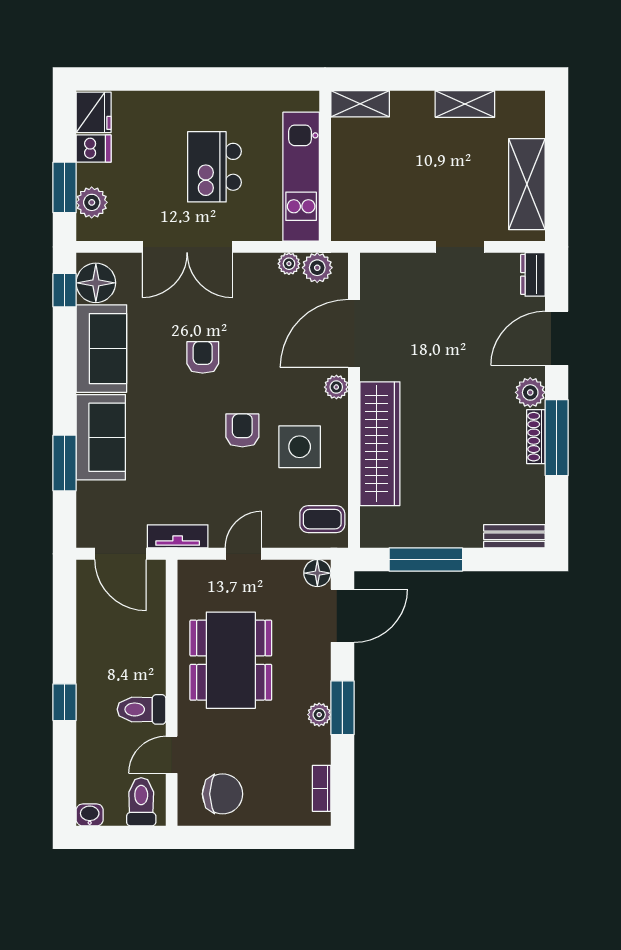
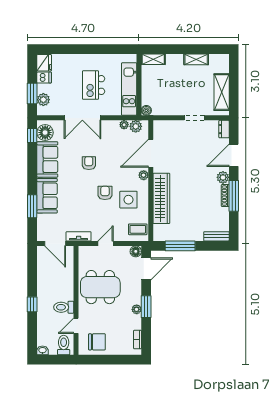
boiler: (343, 229) -> (146, 110), added
dining table: (231, 660) -> (100, 287), turned 90

